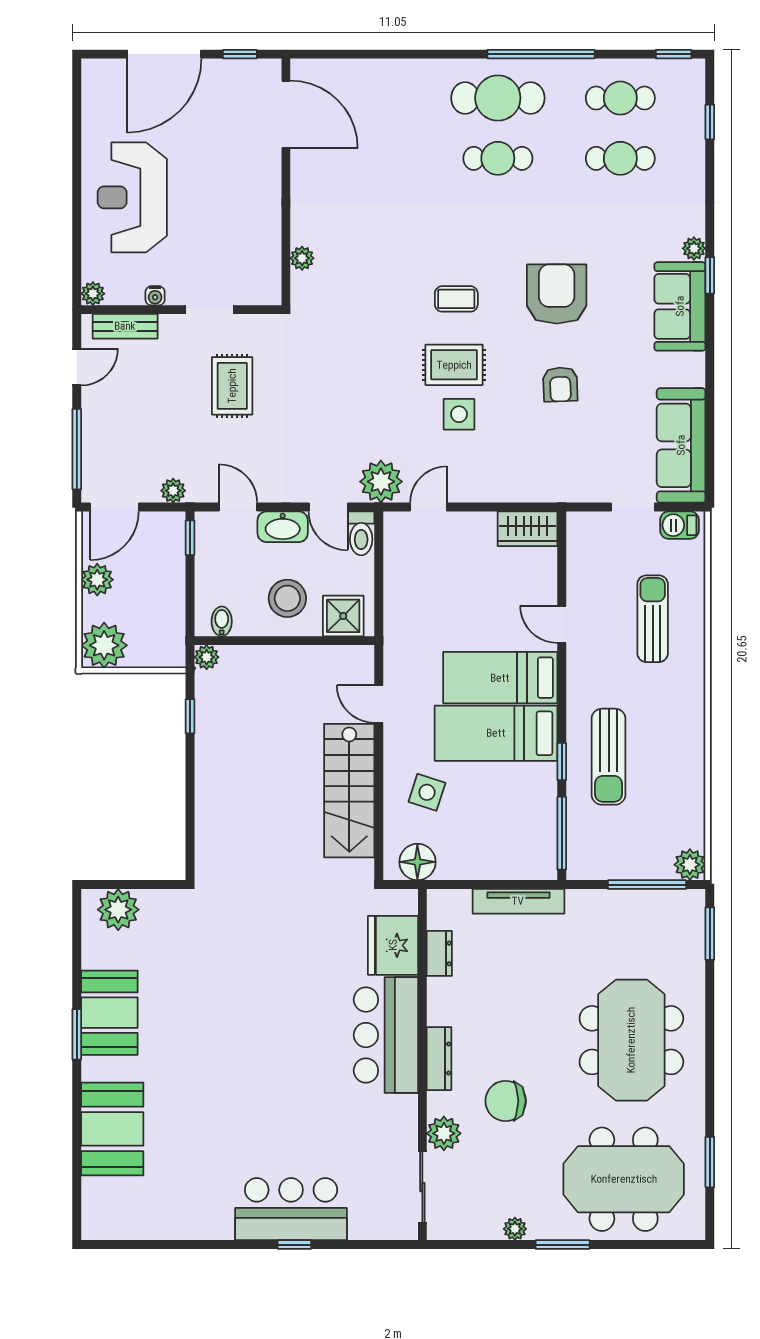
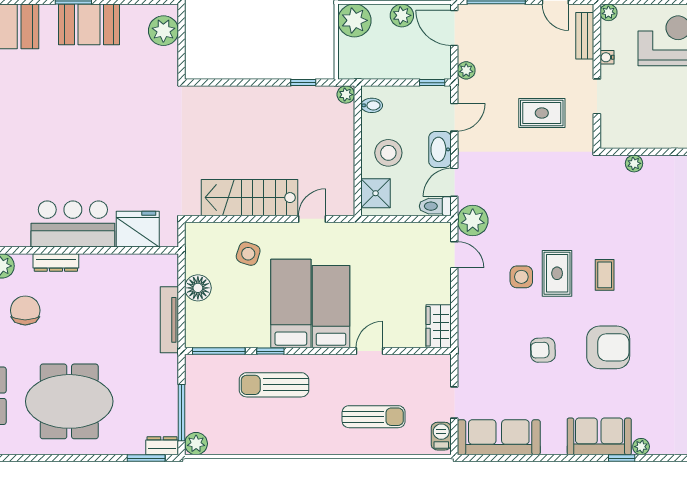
floor lamp: (417, 862) -> (198, 288), moved
dresser: (439, 953) -> (162, 446), moved, turned 180

